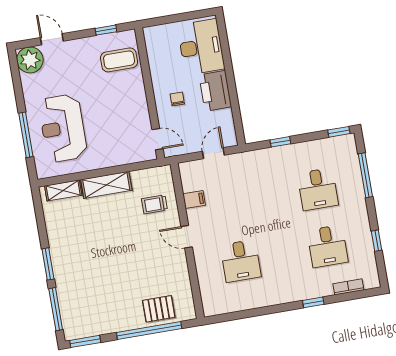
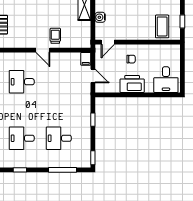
desk: (201, 47) -> (166, 80), width x0.73
water cooler: (121, 157) -> (100, 17), added
filing cabinet: (194, 200) -> (86, 59), moved
trolley: (154, 204) -> (55, 36), moved
door: (187, 237) -> (43, 50), swing flipped

